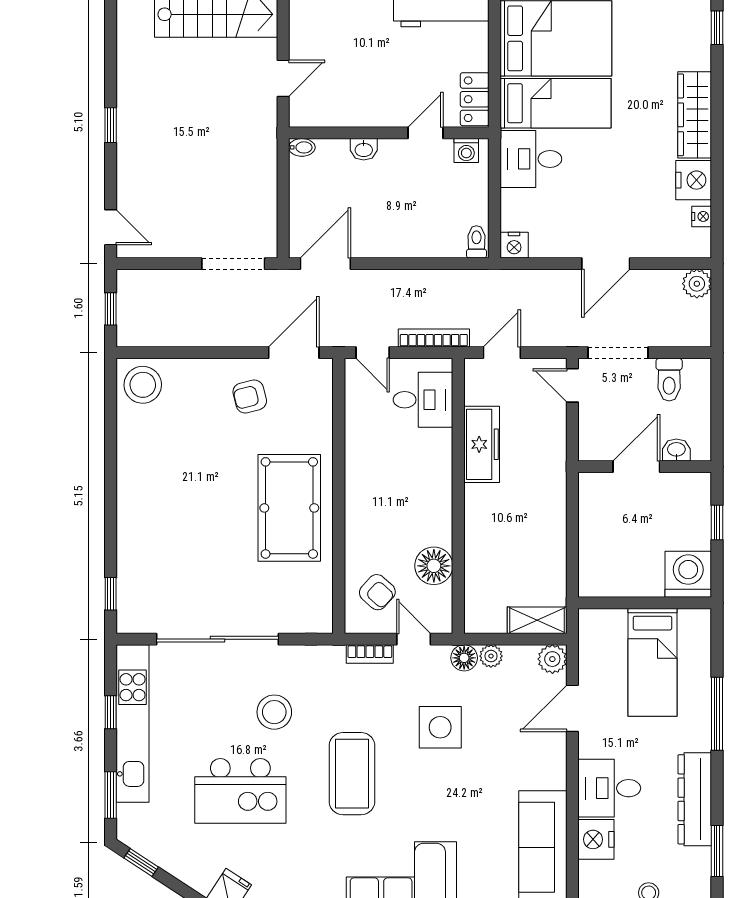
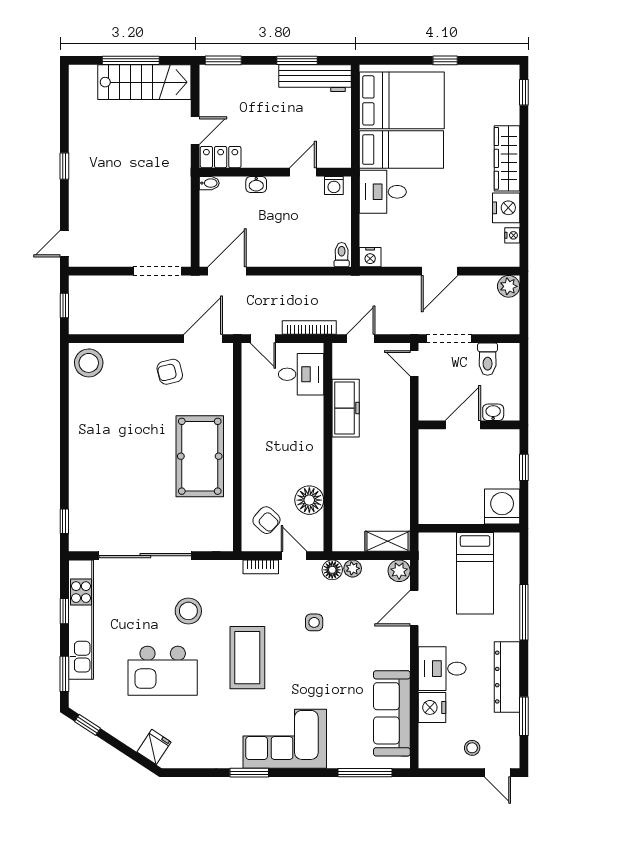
locker: (475, 99) -> (221, 157), moved, turned 90
door: (111, 227) -> (64, 244), swing flipped
side table: (440, 727) -> (314, 622), width x0.54, depth x0.54

